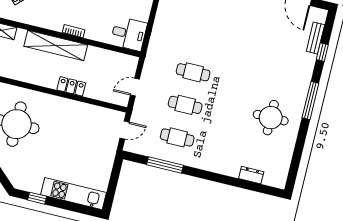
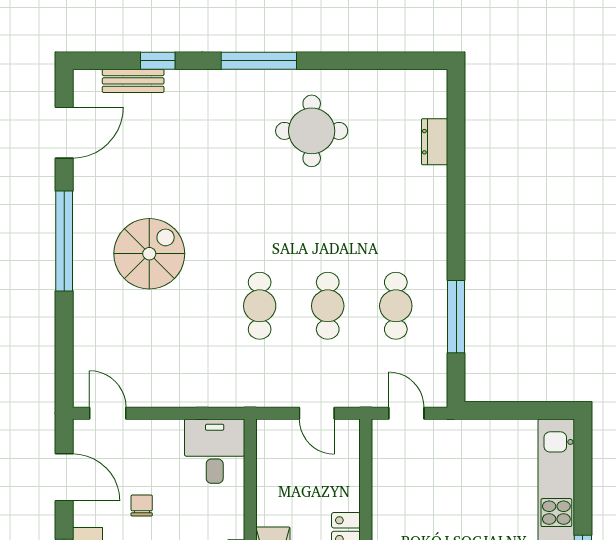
spiral stairs: (231, 26) -> (149, 254), added

